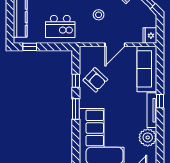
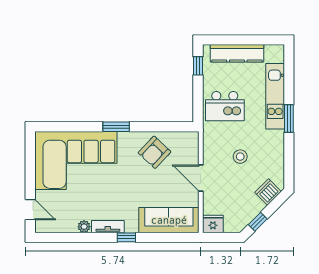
kitchen island: (60, 27) -> (225, 106), turned -90
window: (76, 81) -> (153, 127), removed
tv unit: (152, 110) -> (108, 227), width x0.71
plant: (148, 137) -> (84, 227), width x0.53, depth x0.53

